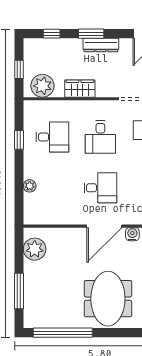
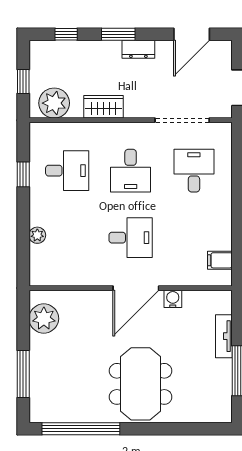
dresser: (101, 45) -> (138, 49), width x0.70

